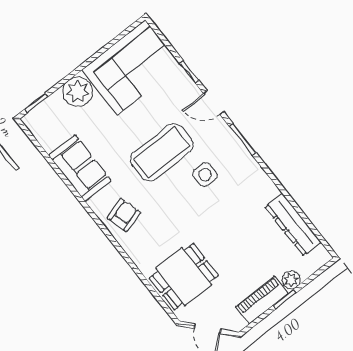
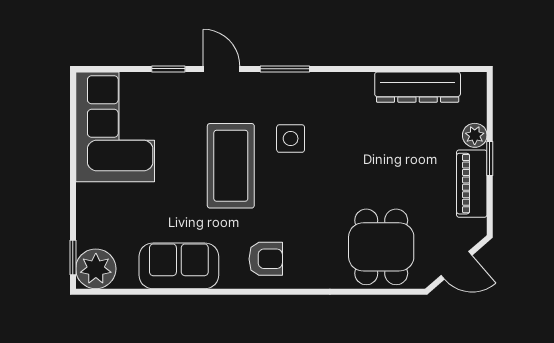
plant: (78, 92) -> (96, 269), moved
door: (214, 103) -> (221, 69), swing flipped
armchair: (124, 215) -> (266, 259), turned 106

